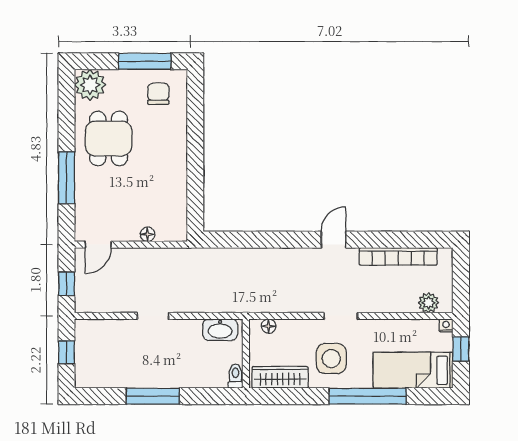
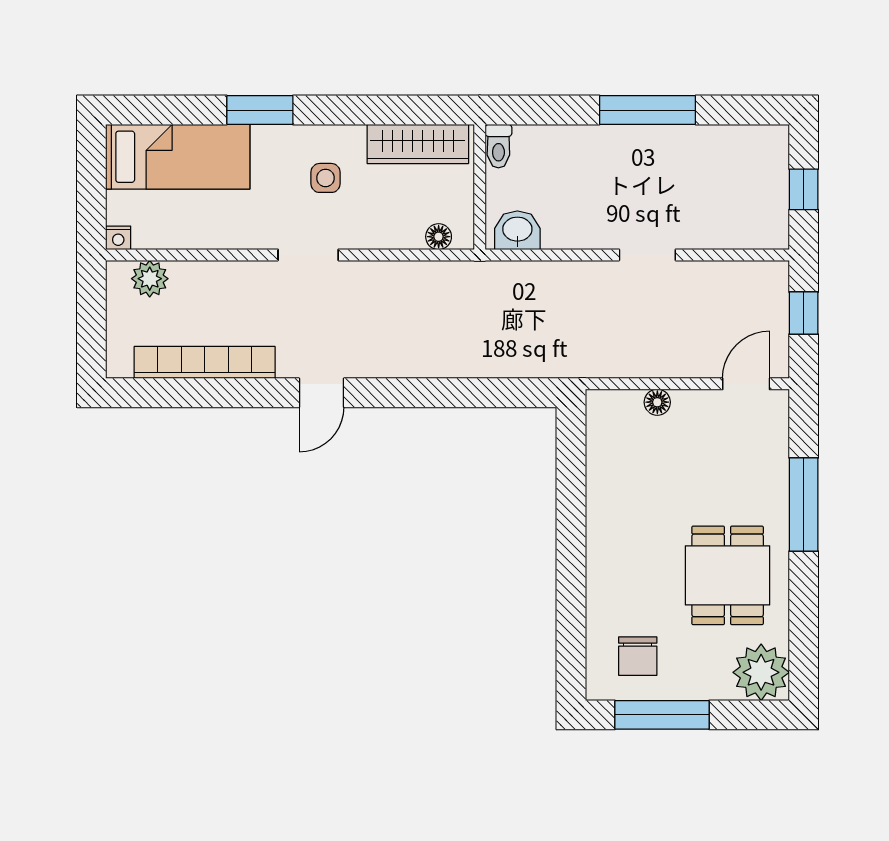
washbasin: (220, 330) -> (517, 230), width x0.72
window: (461, 349) -> (91, 195), removed
side table: (331, 359) -> (325, 178), width x0.54, depth x0.54
window: (368, 396) -> (260, 110), width x0.47

